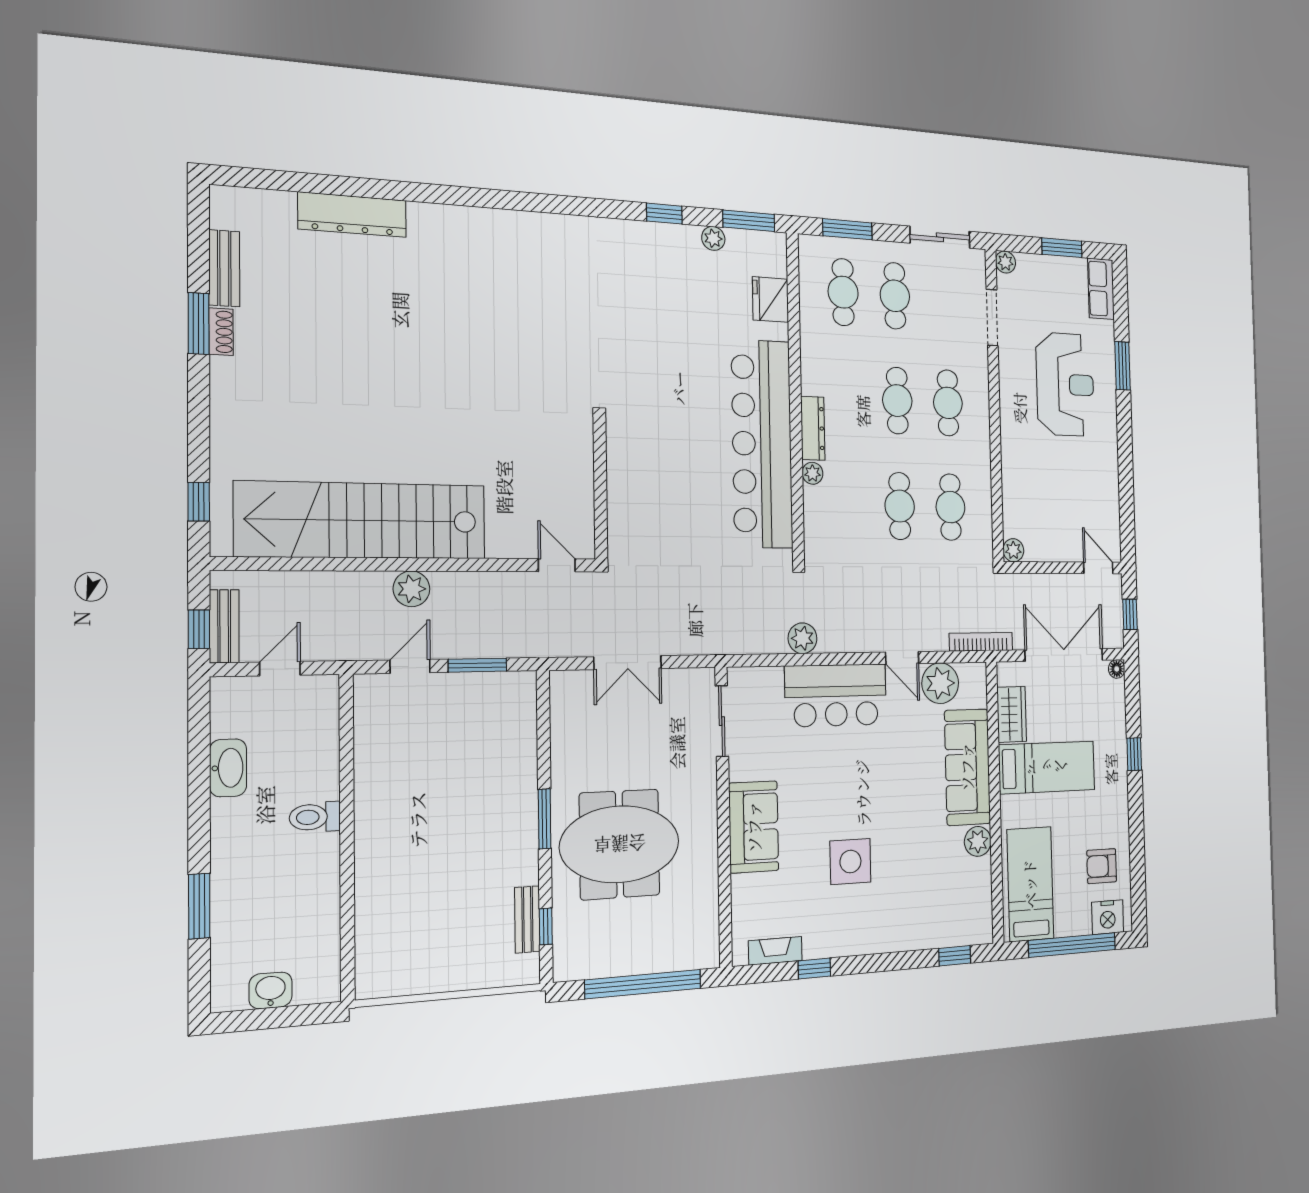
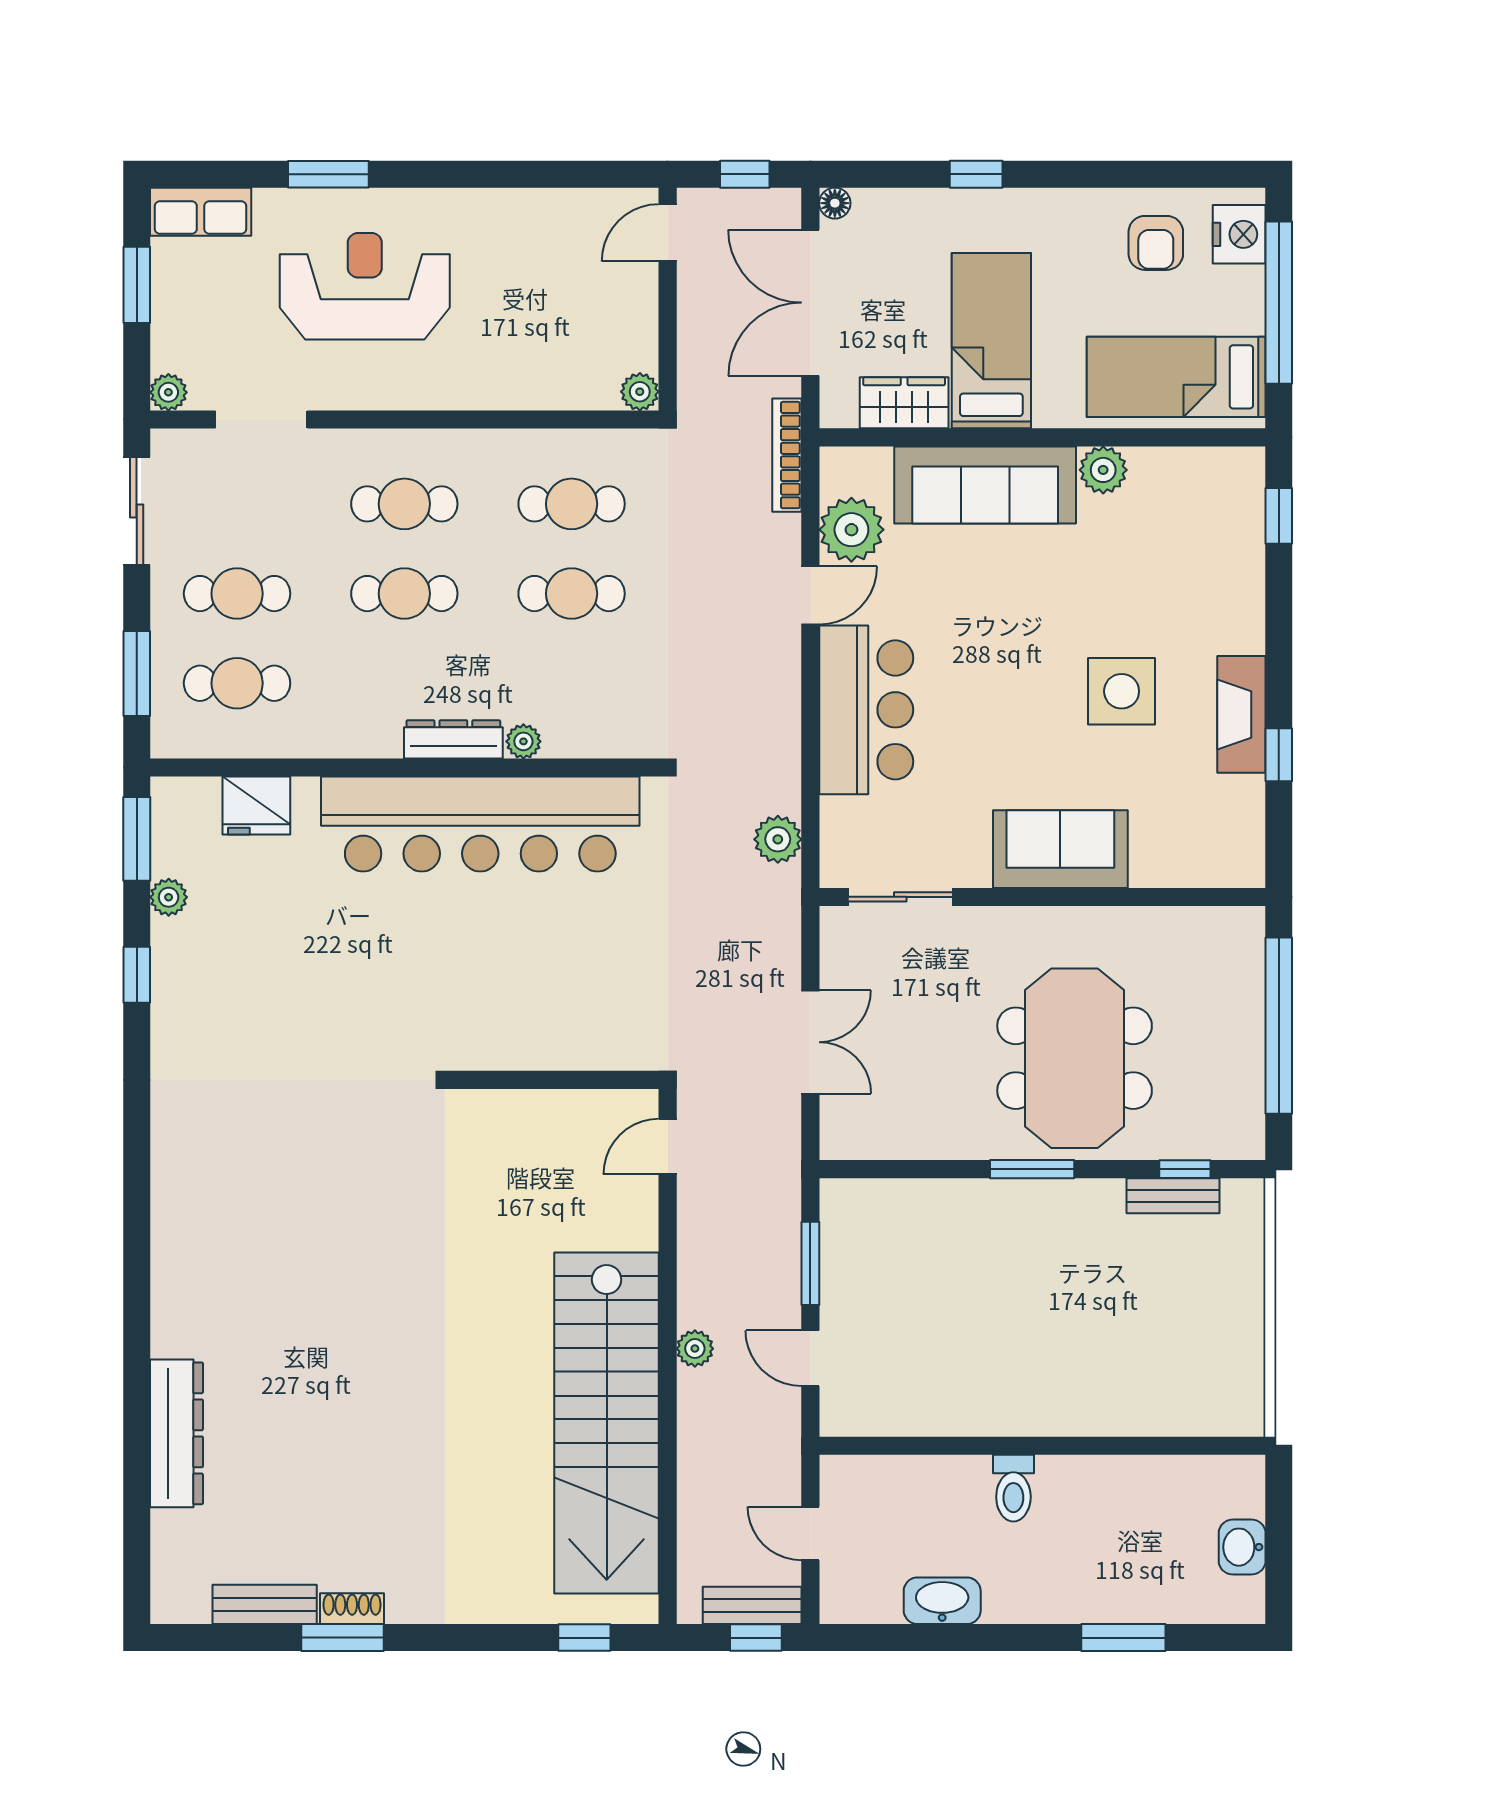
plant: (411, 589) -> (695, 1349), width x0.73, depth x0.73
plant: (802, 638) -> (778, 839), moved
fireplace: (775, 951) -> (1241, 714), moved, width x1.37, depth x1.32

